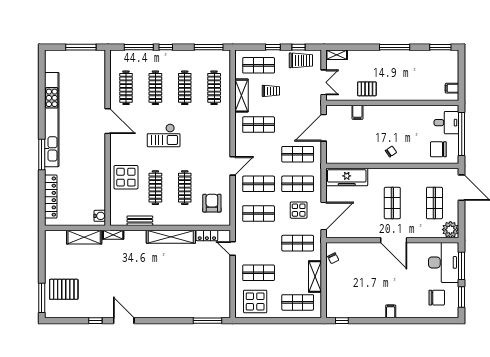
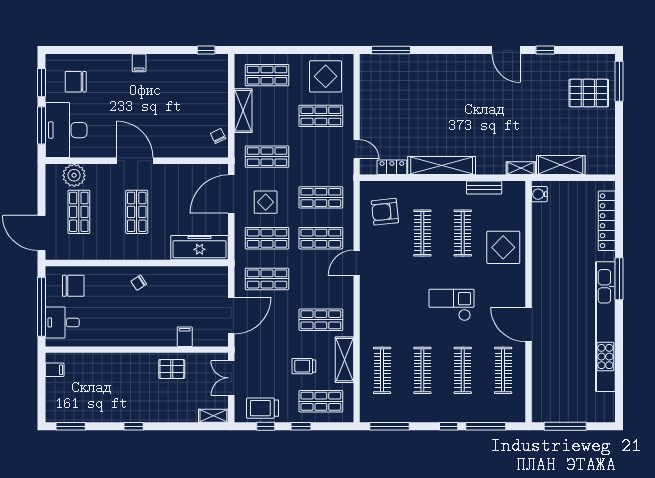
window: (395, 47) -> (134, 426), width x0.46
armchair: (212, 203) -> (385, 212), turned 84
plant: (450, 230) -> (74, 175), moved

